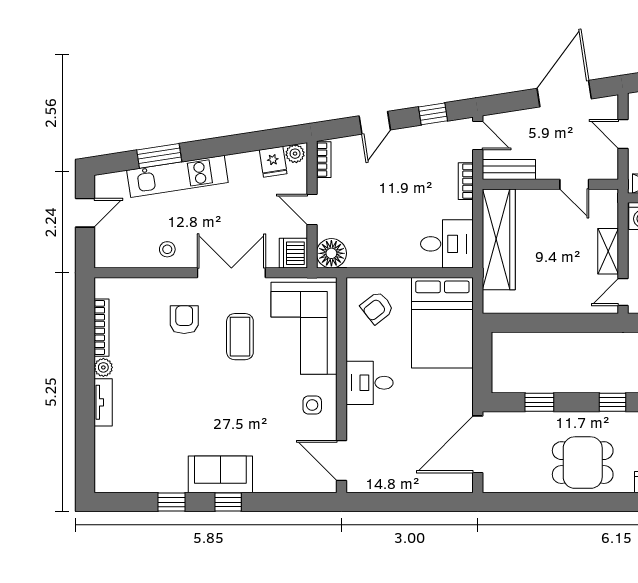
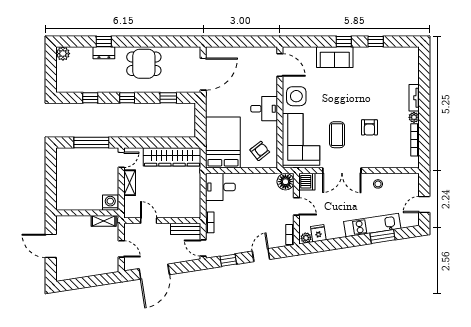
wardrobe: (499, 239) -> (172, 157), moved, turned -90
armchair: (184, 320) -> (369, 127), moved
side table: (312, 405) -> (296, 96), width x1.87, depth x1.87
sofa: (220, 474) -> (335, 57), moved

